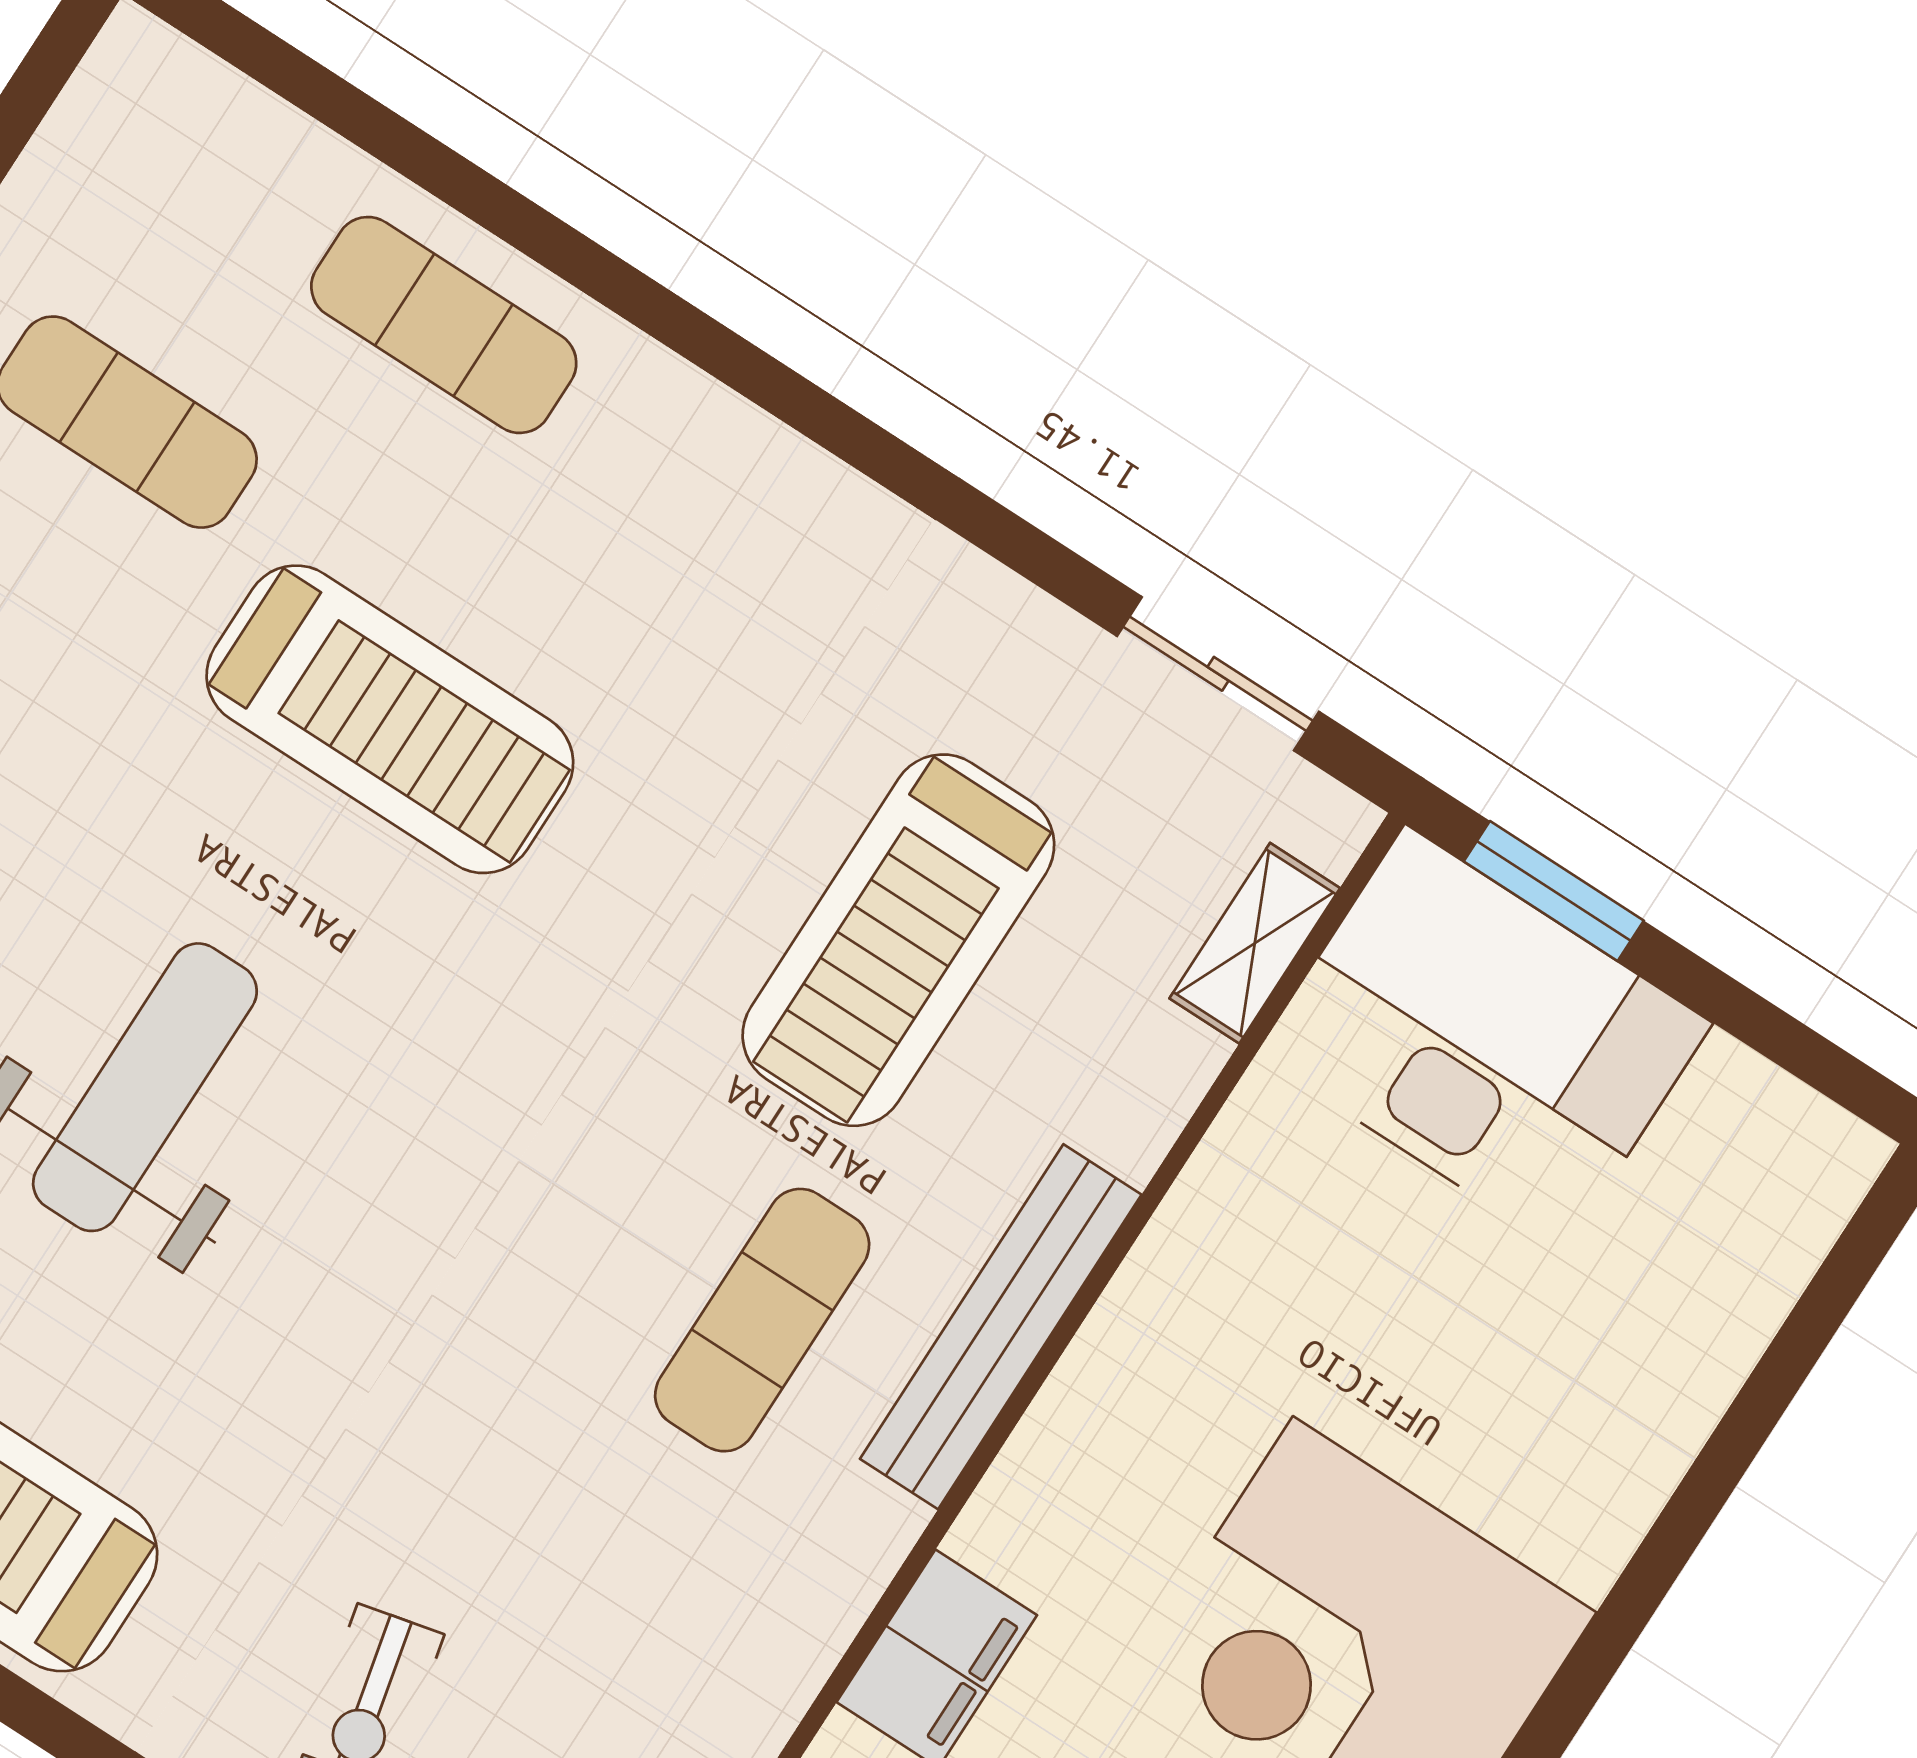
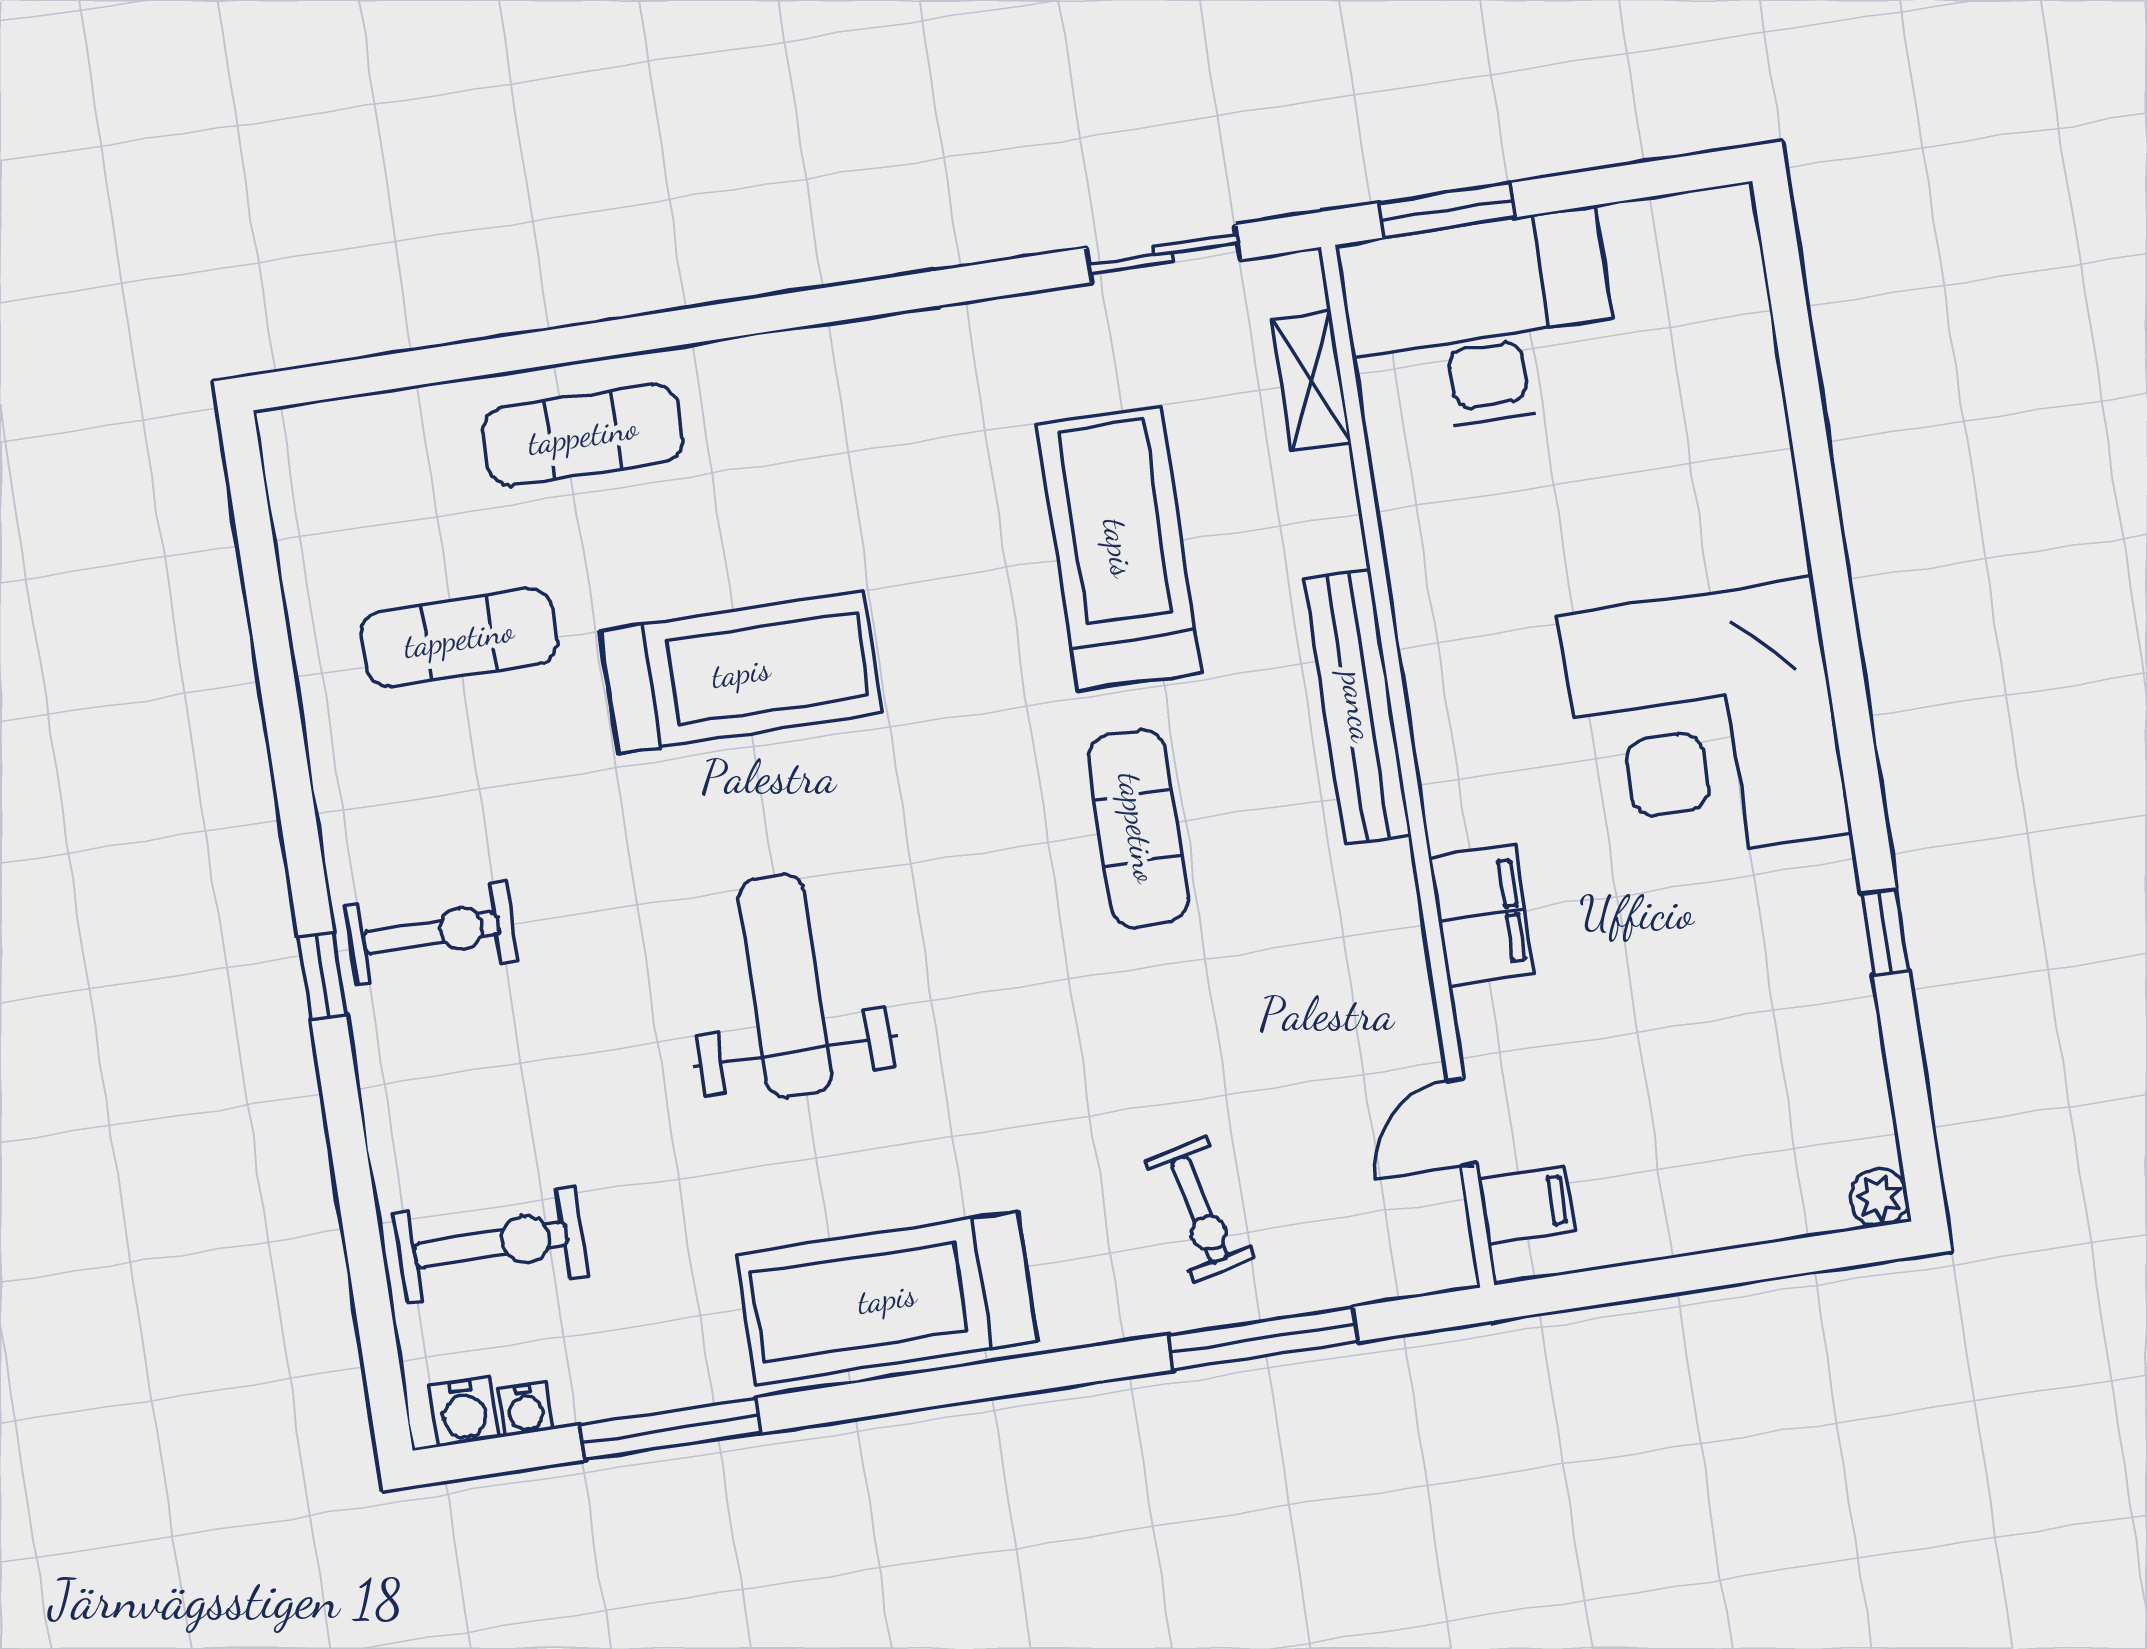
treadmill: (898, 940) -> (1119, 548), turned 180
exercise mat: (762, 1320) -> (1138, 828), moved

